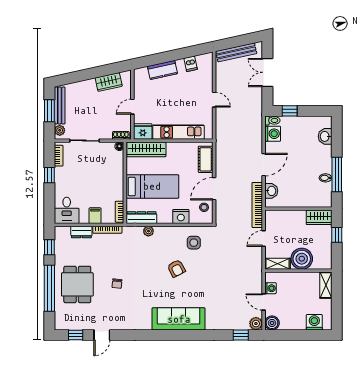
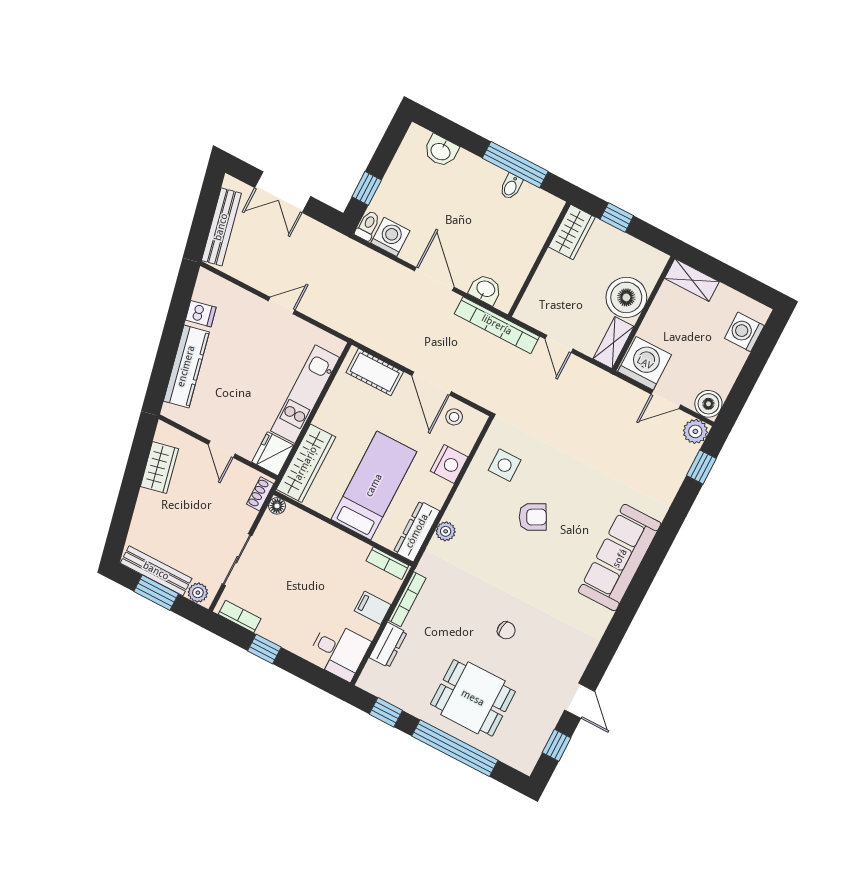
kitchen counter: (162, 70) -> (186, 366), width x1.50
washing machine: (270, 288) -> (645, 363), width x1.89, depth x1.89

